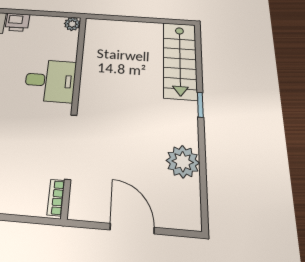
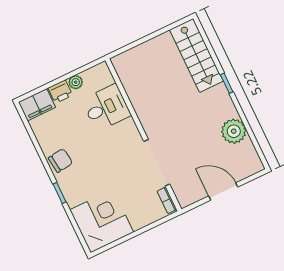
plant: (72, 24) -> (76, 82), moved
desk: (50, 81) -> (106, 108), moved

